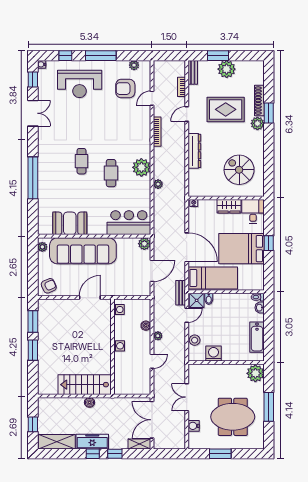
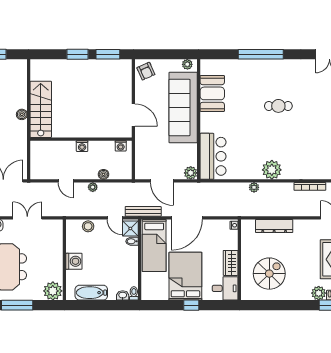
dresser: (194, 151) -> (274, 226), moved
cafe table: (111, 173) -> (266, 137), removed
bench: (181, 293) -> (143, 211), width x1.36
washing machine: (213, 353) -> (74, 261), moved

